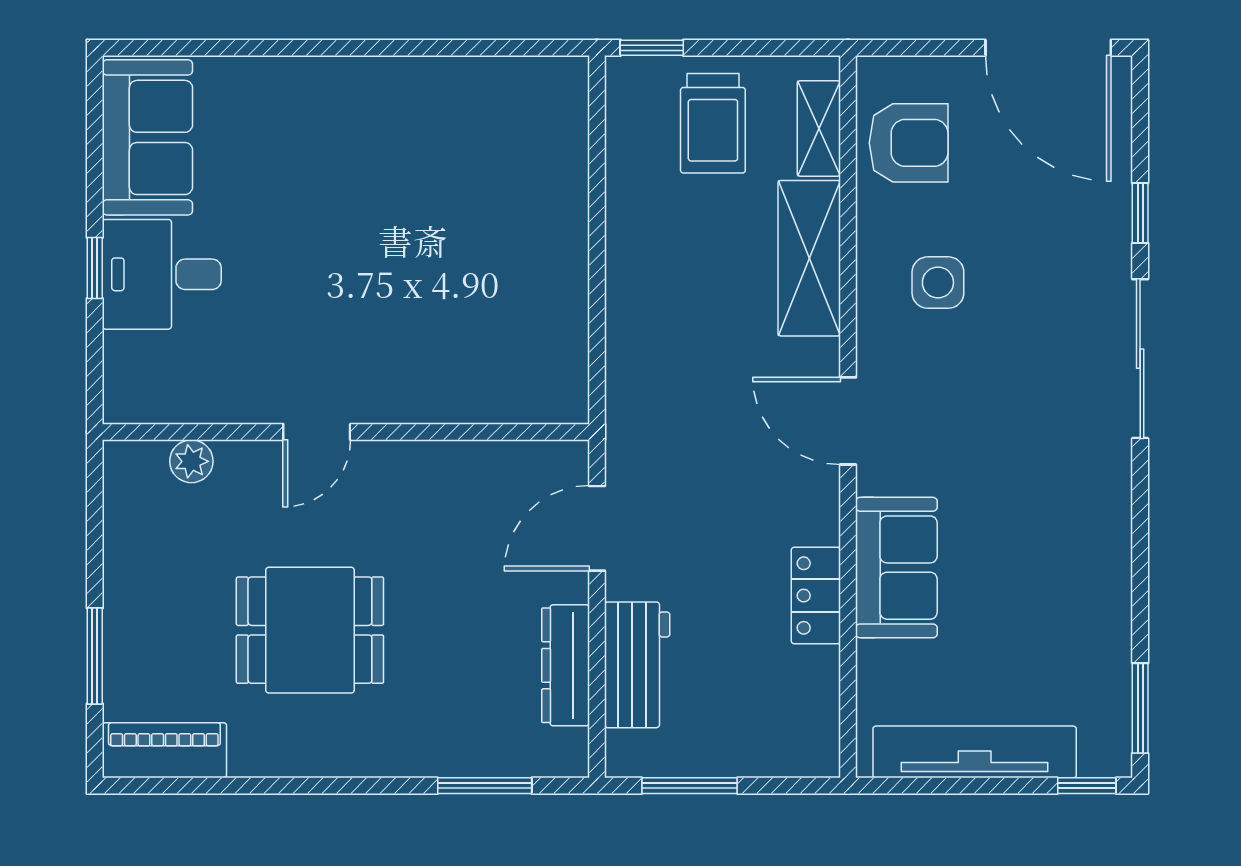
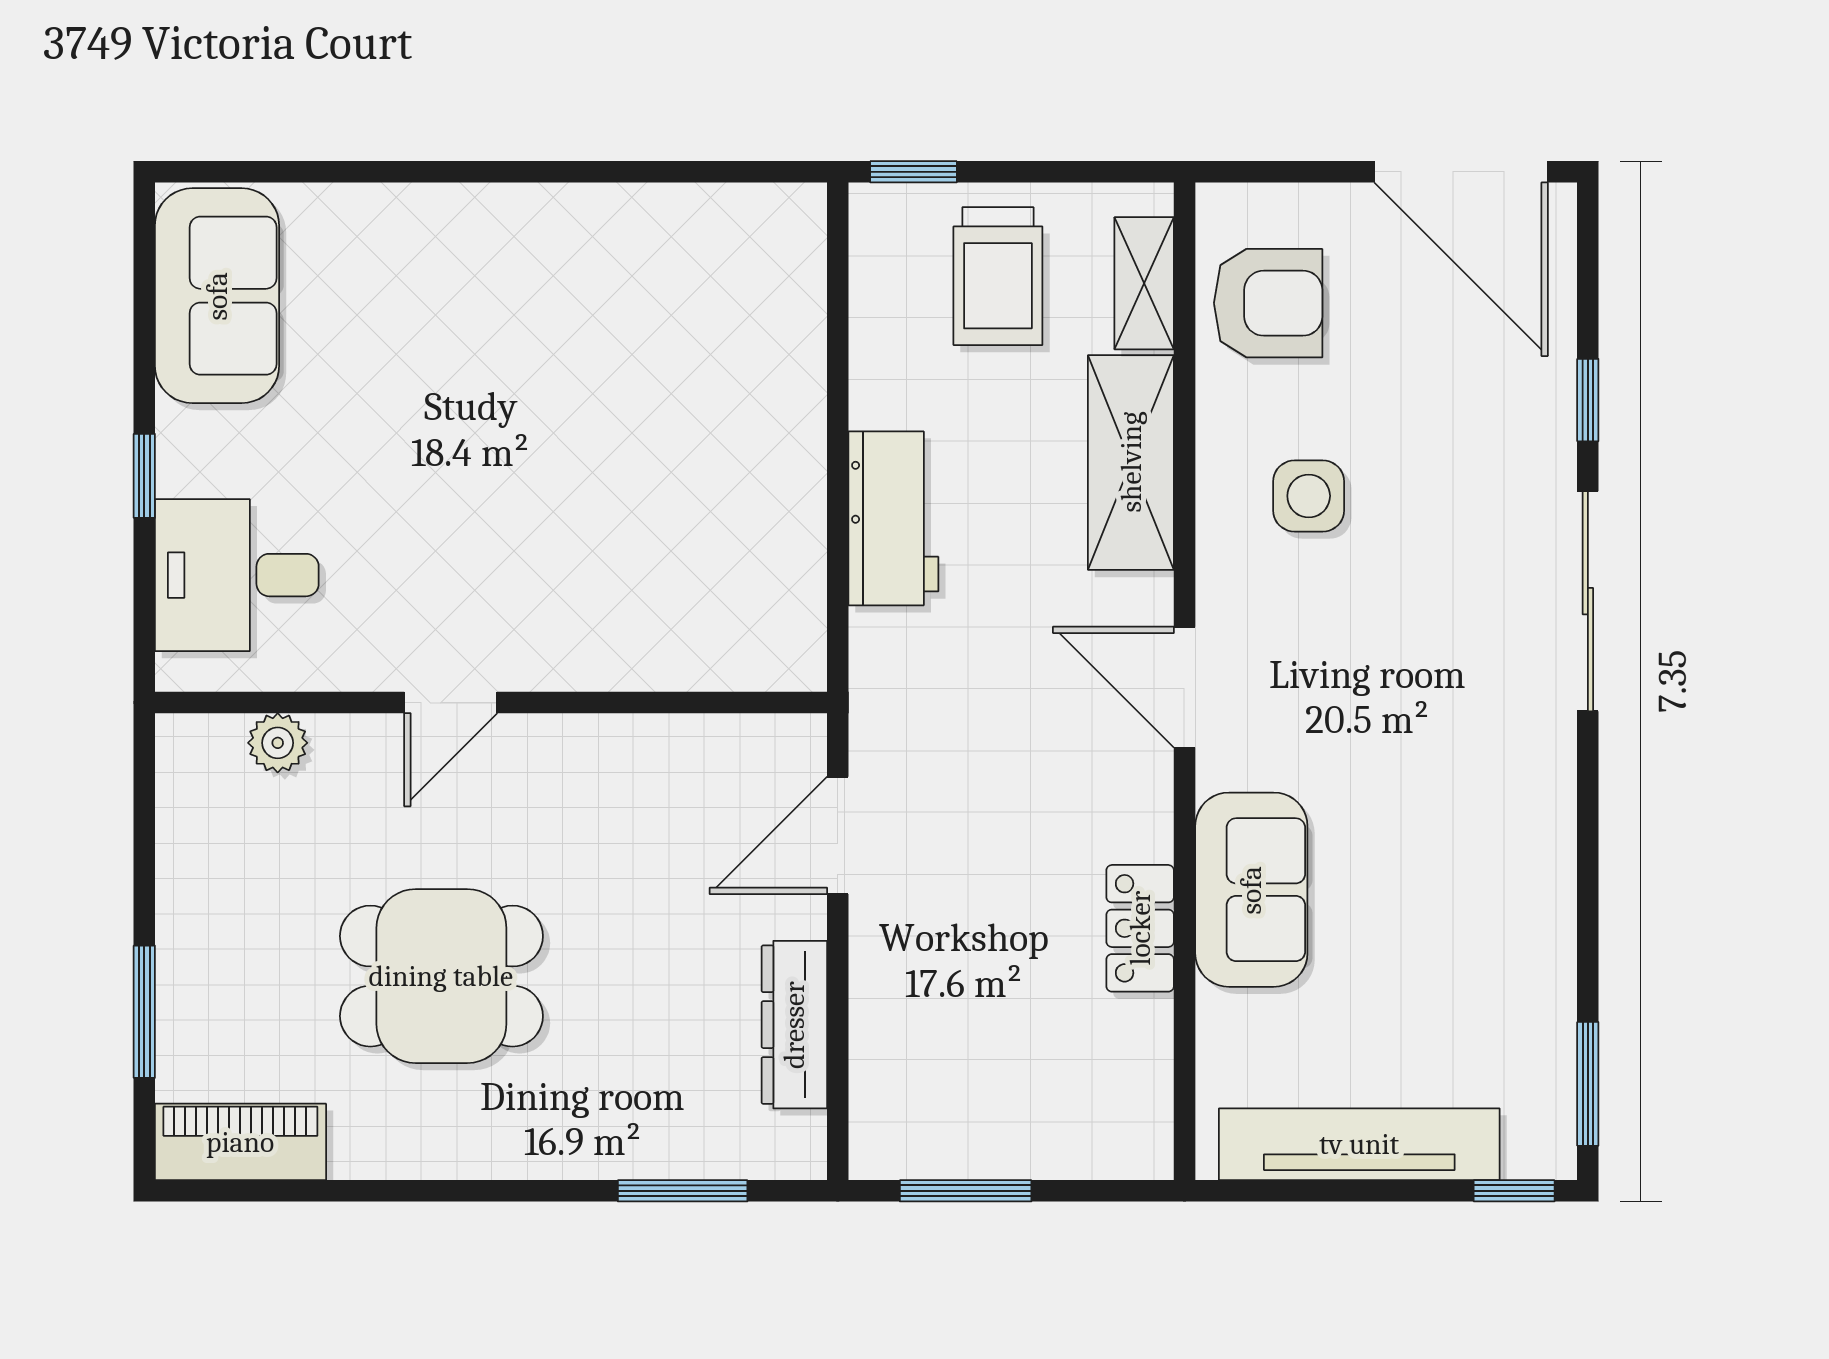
desk: (162, 274) -> (237, 575), moved
workbench: (637, 665) -> (893, 518), moved

